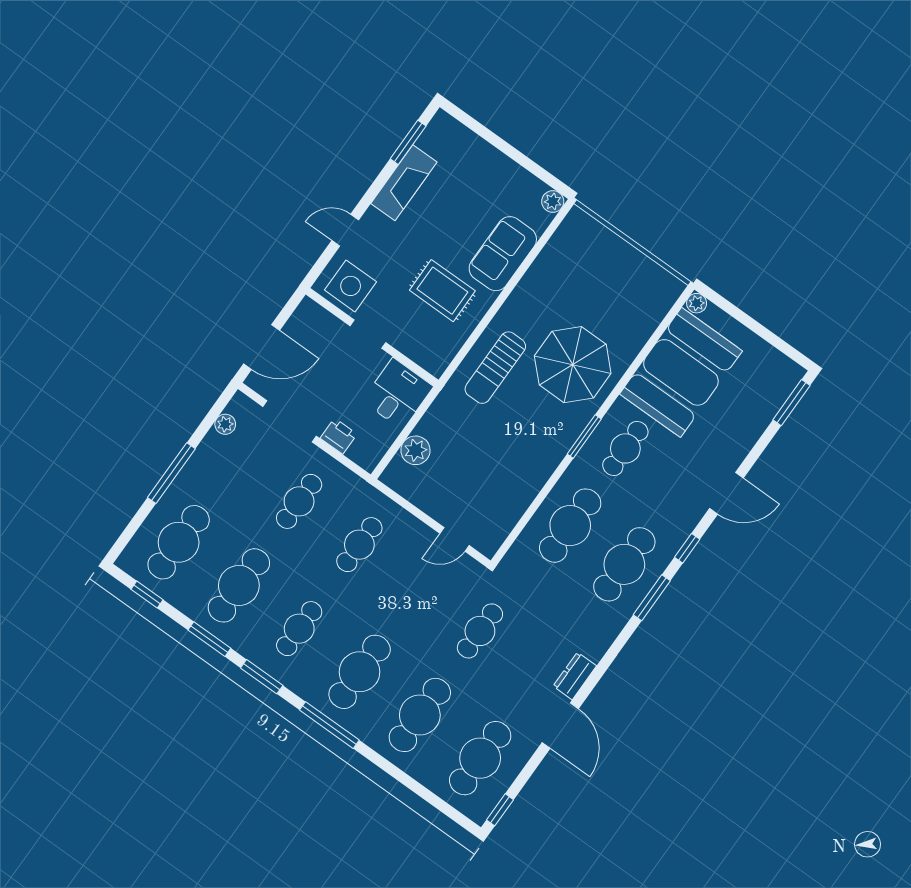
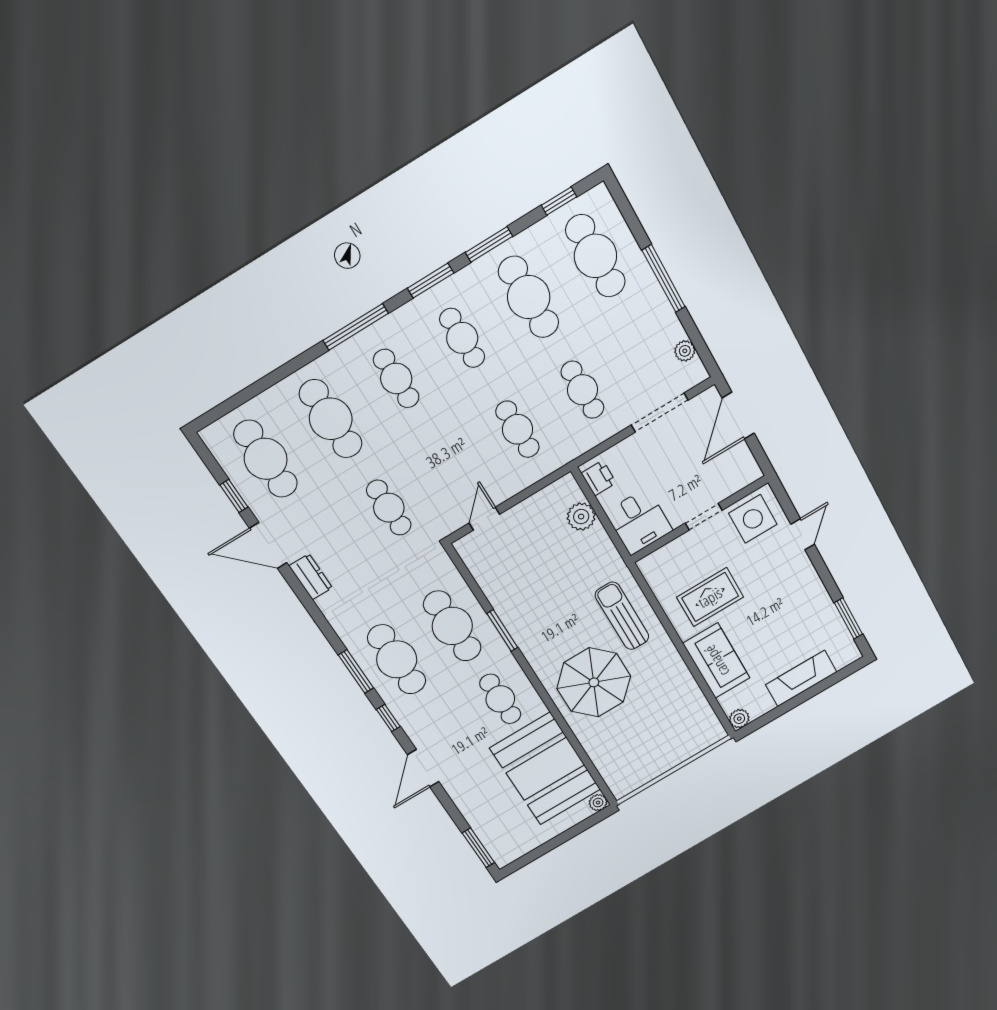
fireplace: (404, 183) -> (801, 678), moved, turned 90
printer: (339, 436) -> (599, 478), moved, turned -90
window: (584, 436) -> (502, 630), moved
cafe table: (360, 672) -> (396, 379), width x0.73, depth x0.74
window: (500, 810) -> (234, 496), moved

